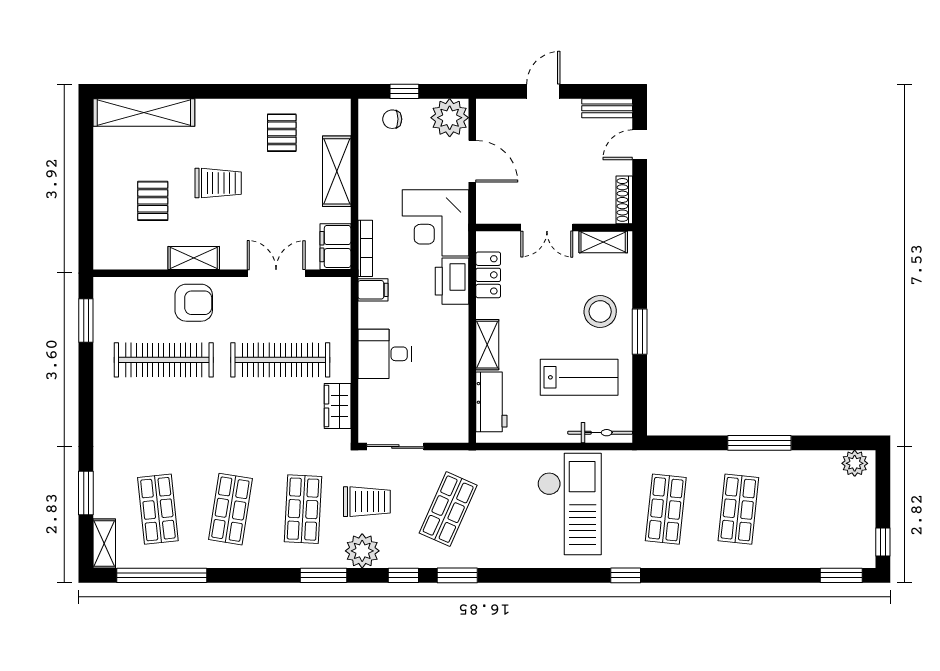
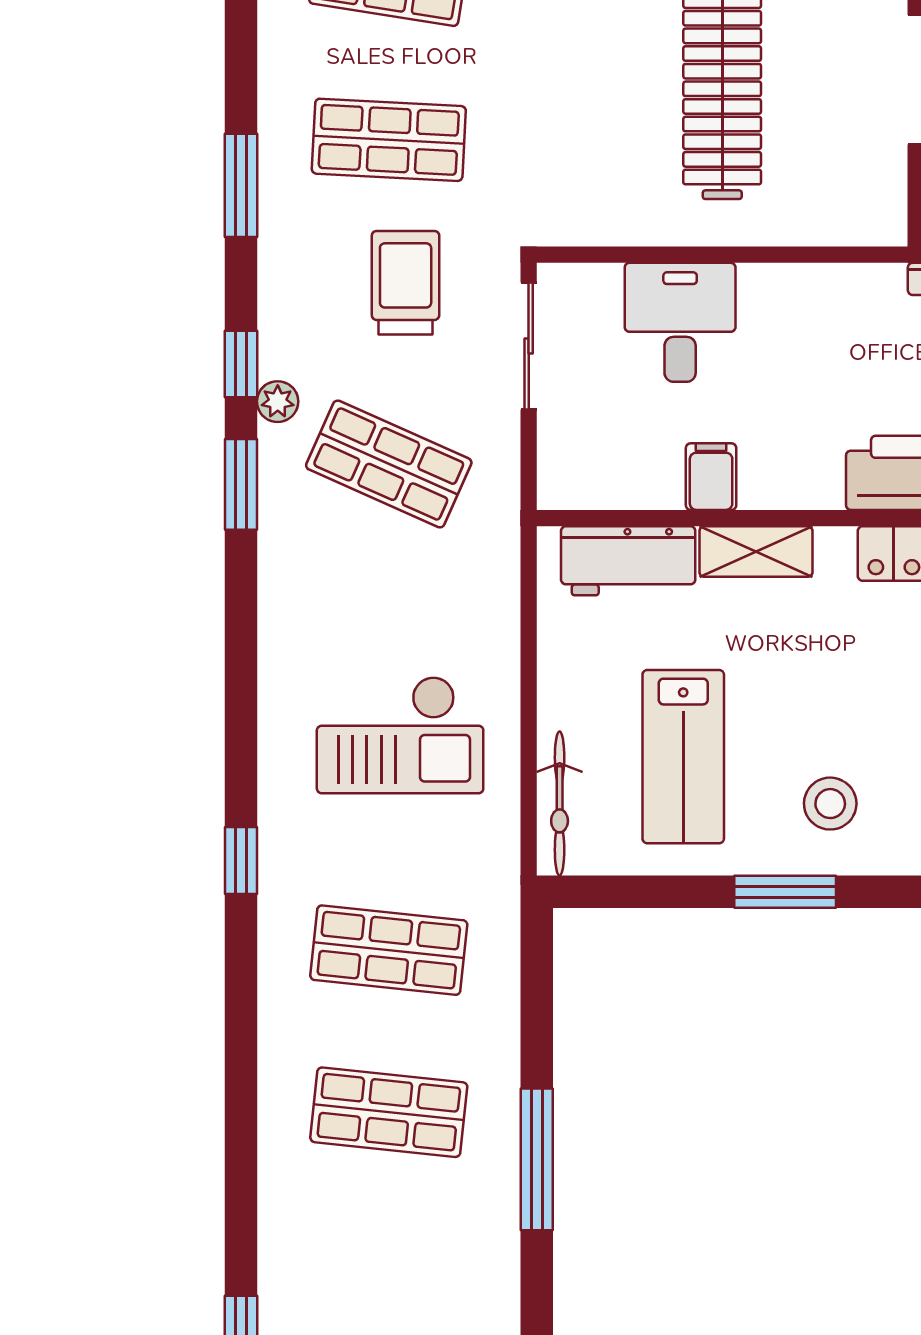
filing cabinet: (373, 290) -> (711, 477), moved, turned 180
stool: (600, 311) -> (830, 804), width x0.73, depth x0.73
desk: (385, 354) -> (680, 322), moved
wardrobe: (338, 406) -> (619, 217), removed
trolley: (367, 502) -> (406, 283), turned 180
checkout: (569, 504) -> (400, 735), width x0.73, depth x0.83
plant: (362, 551) -> (278, 402), moved, width x0.53, depth x0.53

